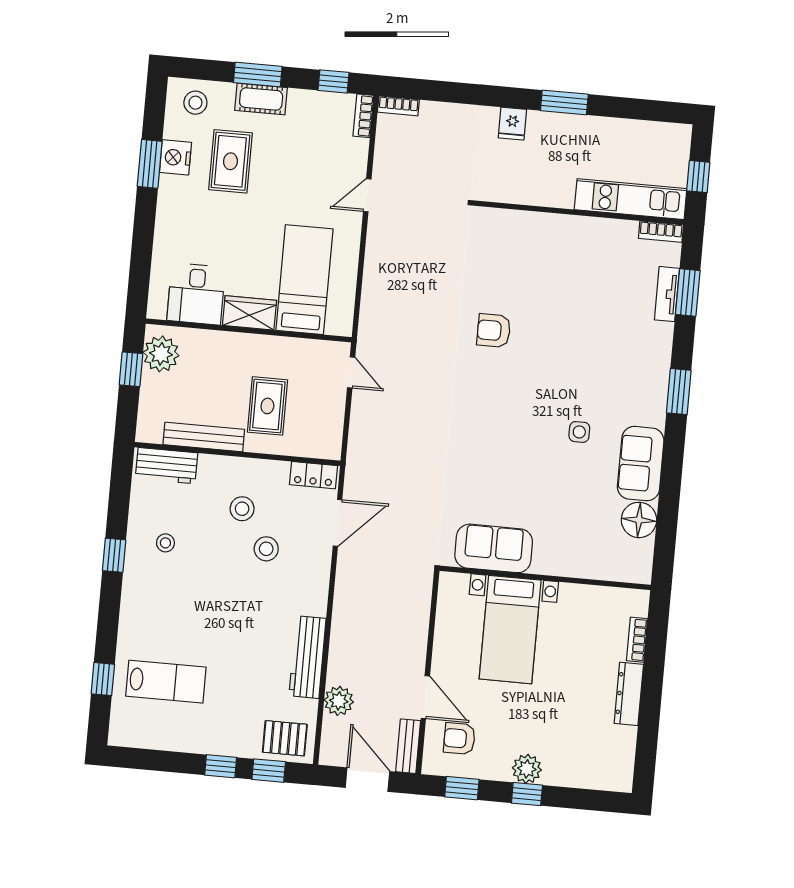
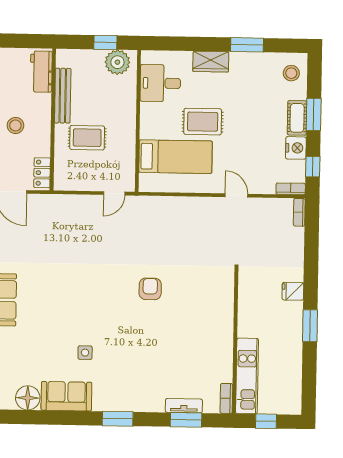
nightstand: (175, 157) -> (296, 148), moved, turned 90
rug: (230, 161) -> (203, 122), moved
wardrobe: (249, 313) -> (211, 62), moved, turned 90

